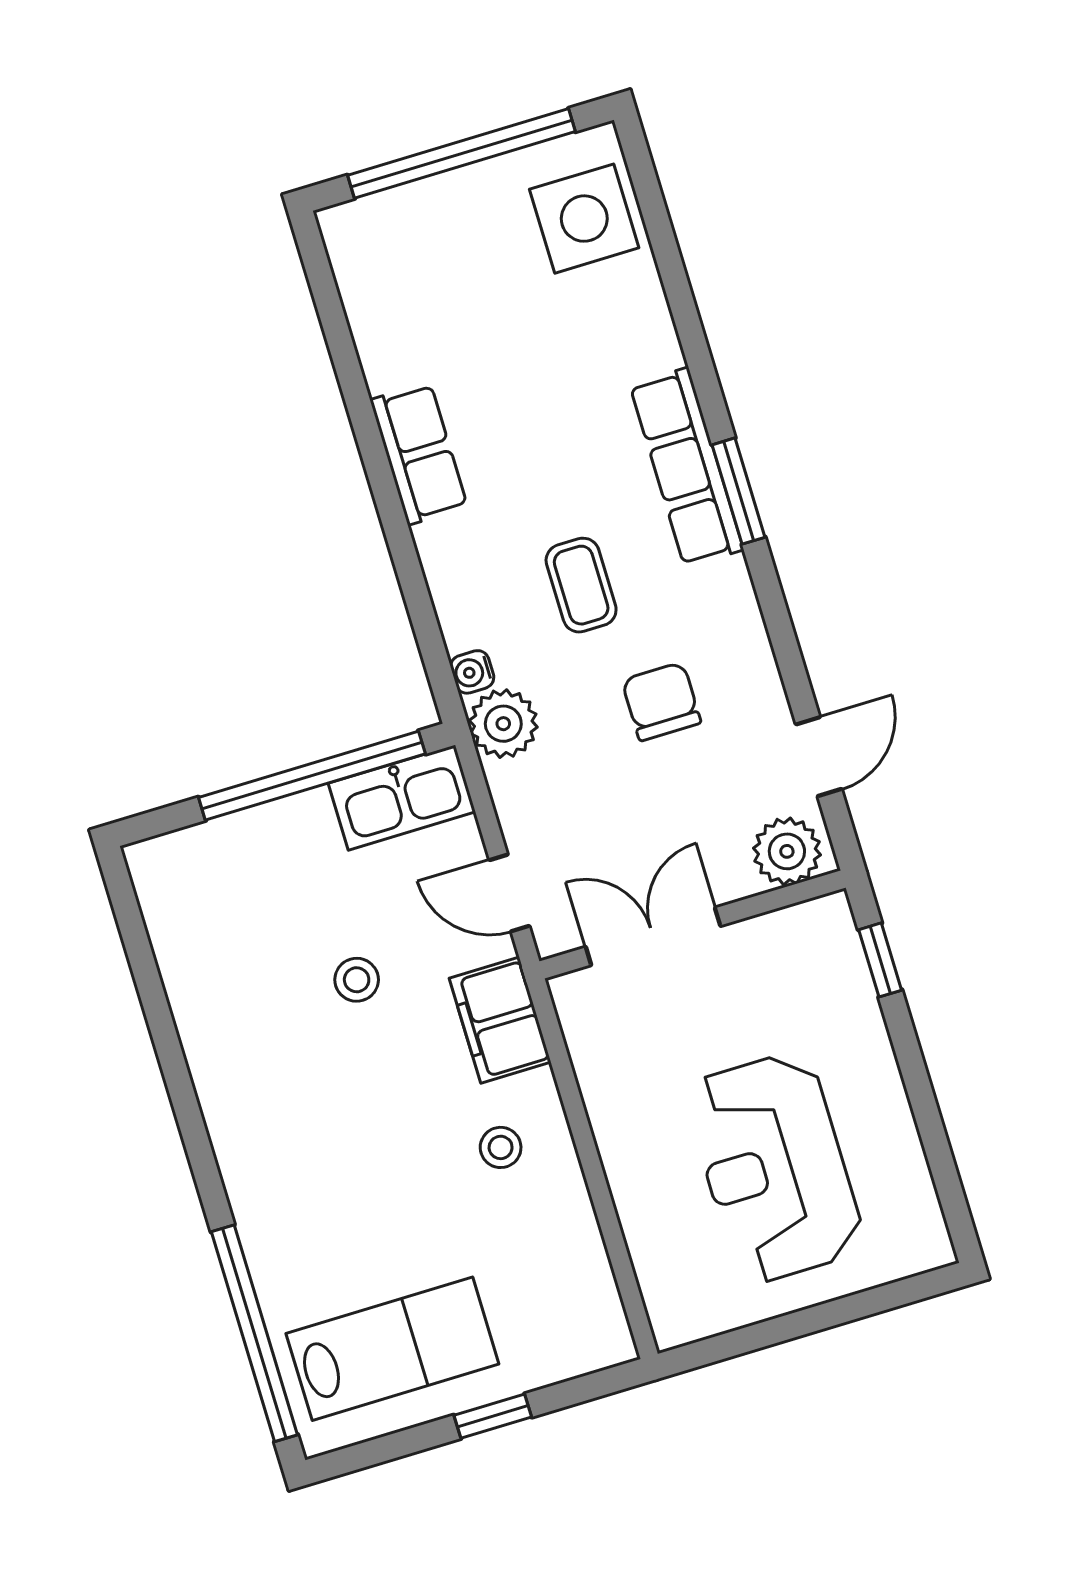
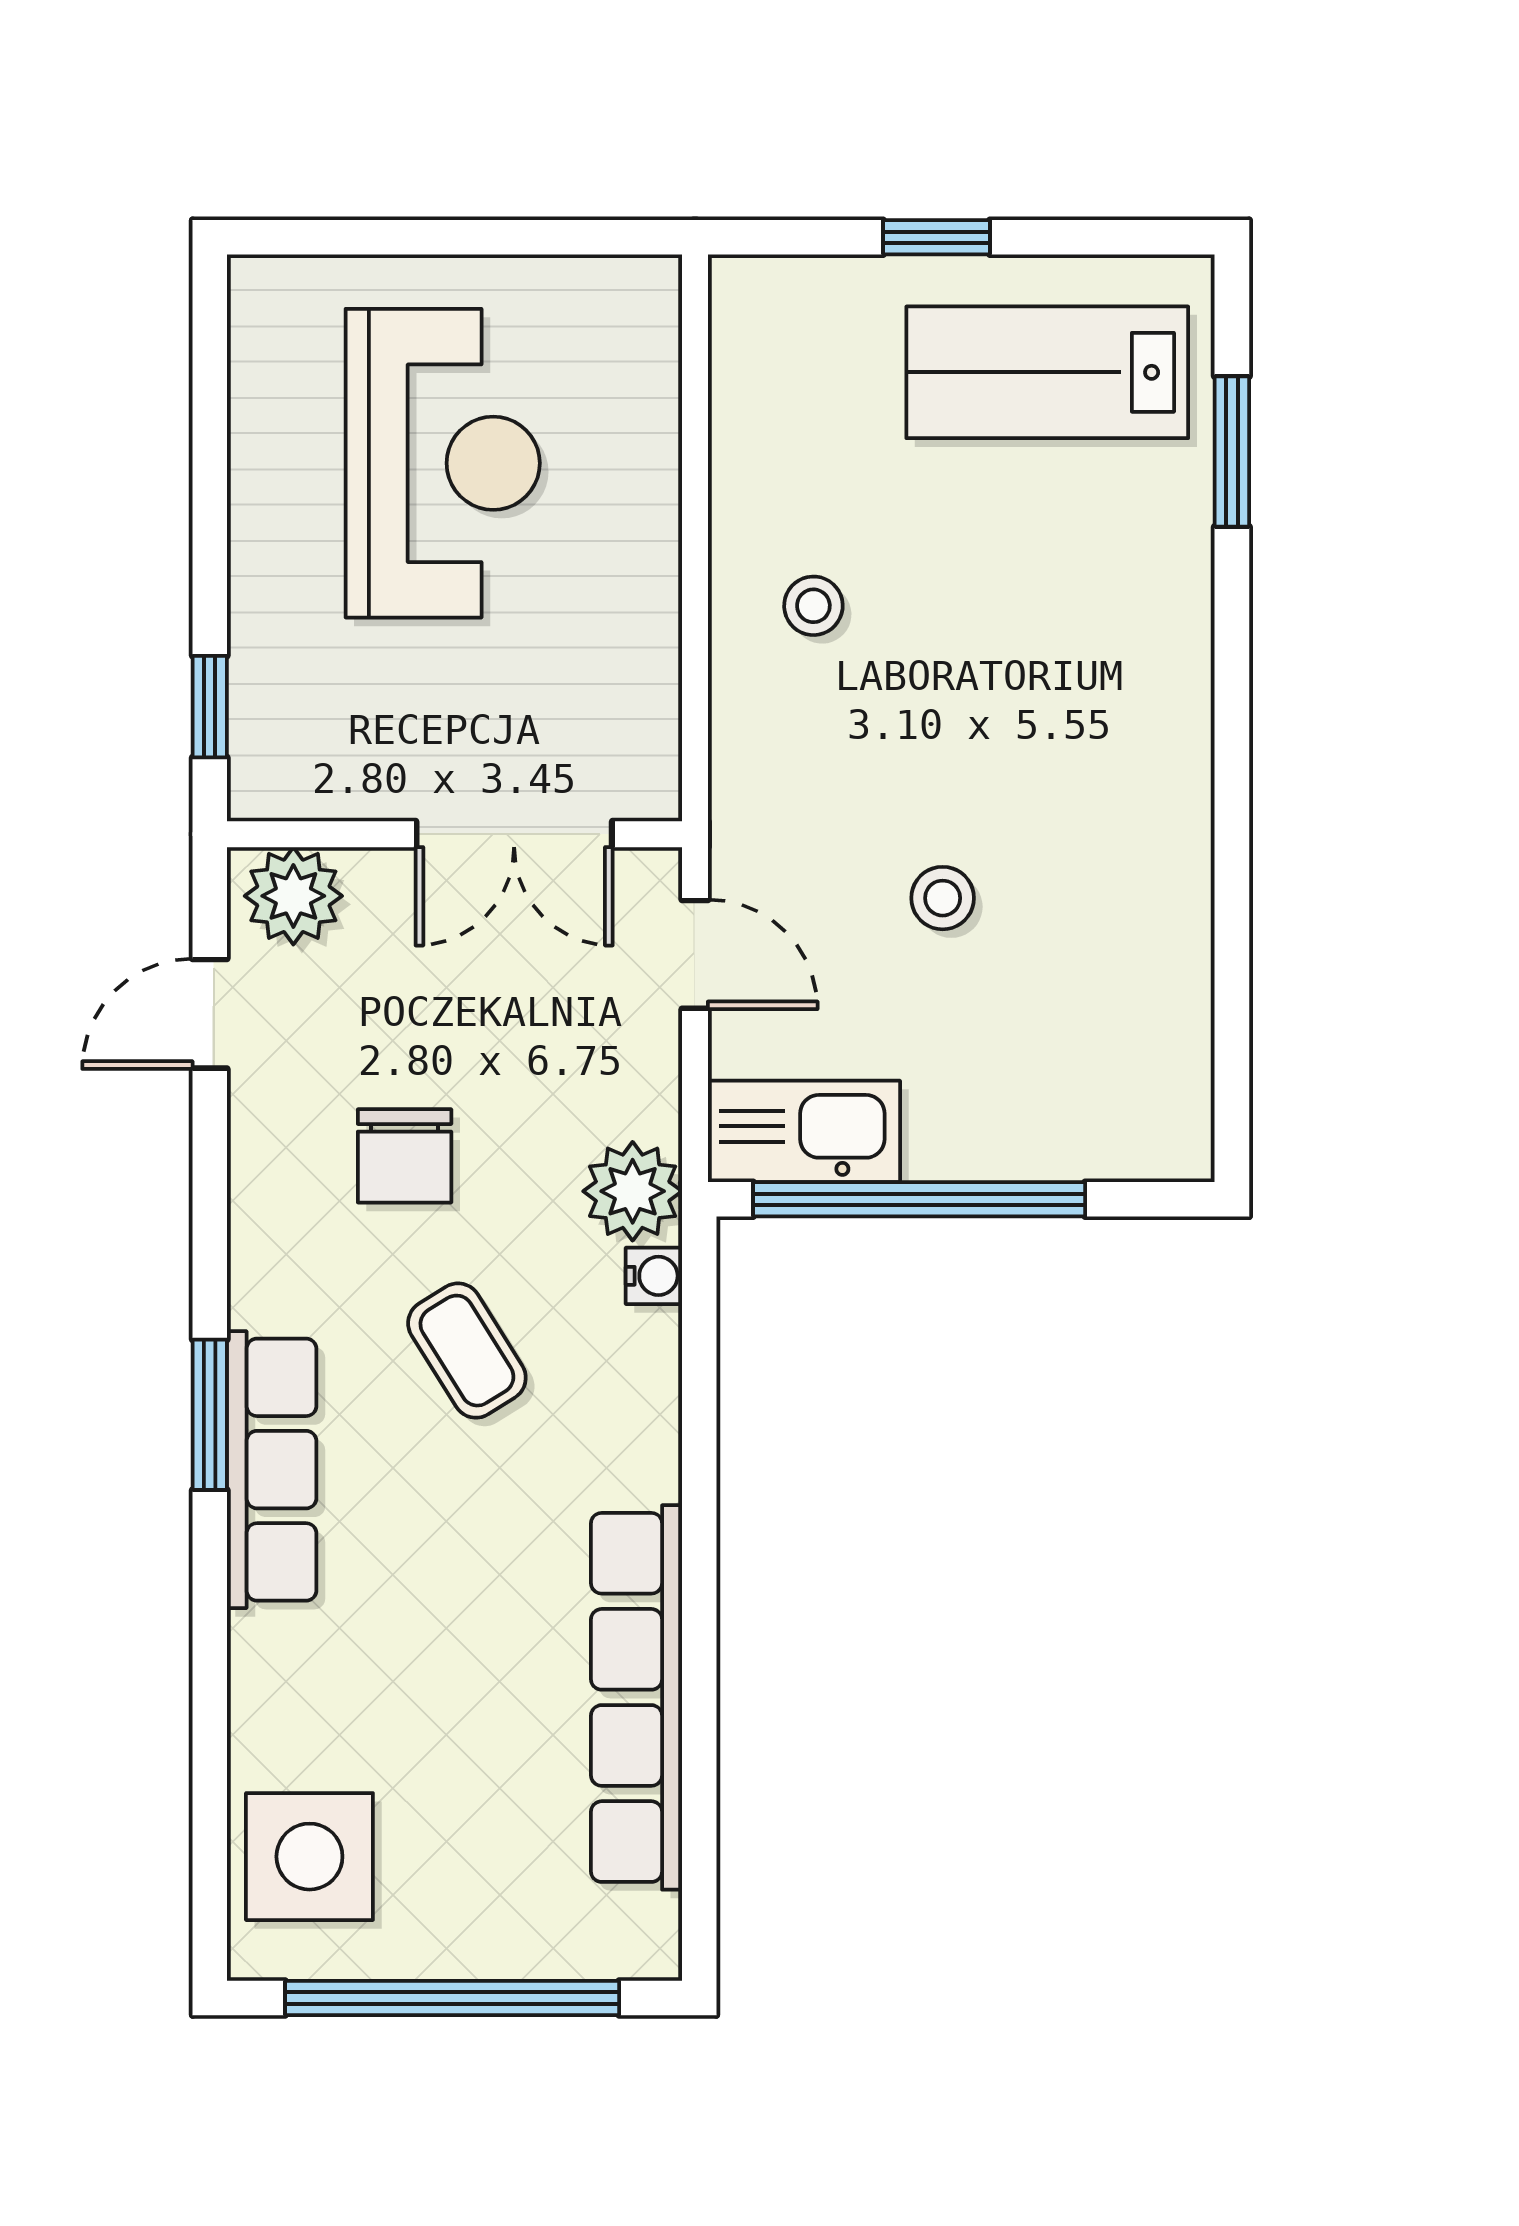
row of seats: (419, 453) -> (637, 1697), width x2.02
coffee table: (581, 585) -> (467, 1351), turned -32
filing cabinet: (500, 1020) -> (761, 782), removed
window: (254, 1333) -> (1232, 451), width x0.47

